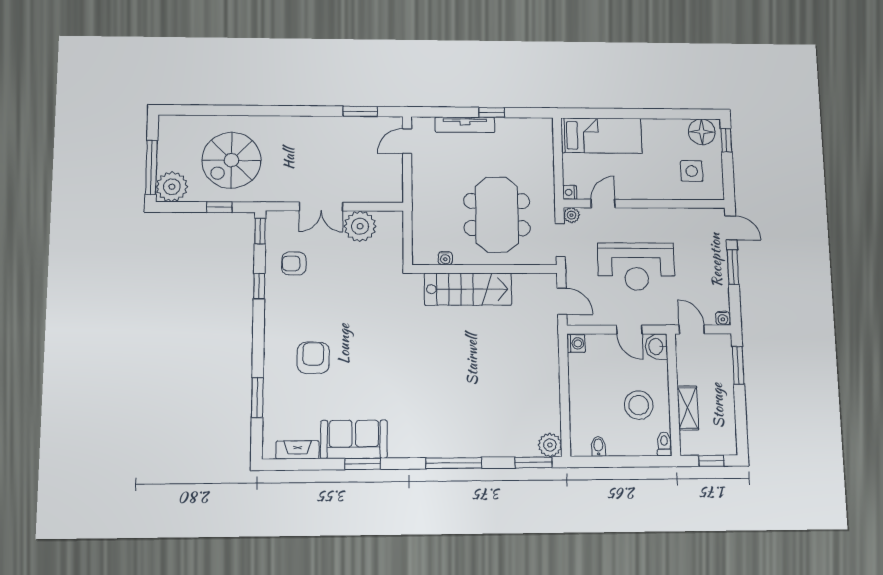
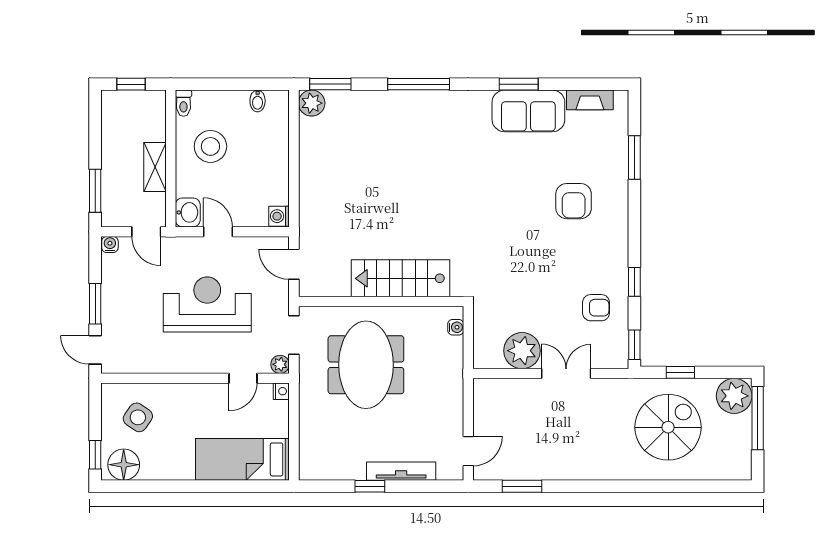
side table: (692, 171) -> (138, 417), turned 34
water cooler: (445, 258) -> (456, 327), moved, turned 90
shelving: (688, 408) -> (155, 167), moved

